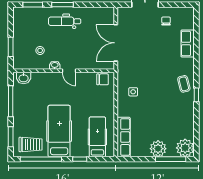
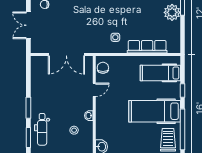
dental chair: (65, 21) -> (42, 129), moved
door: (69, 71) -> (94, 90), moved
row of seats: (124, 137) -> (147, 47), moved

